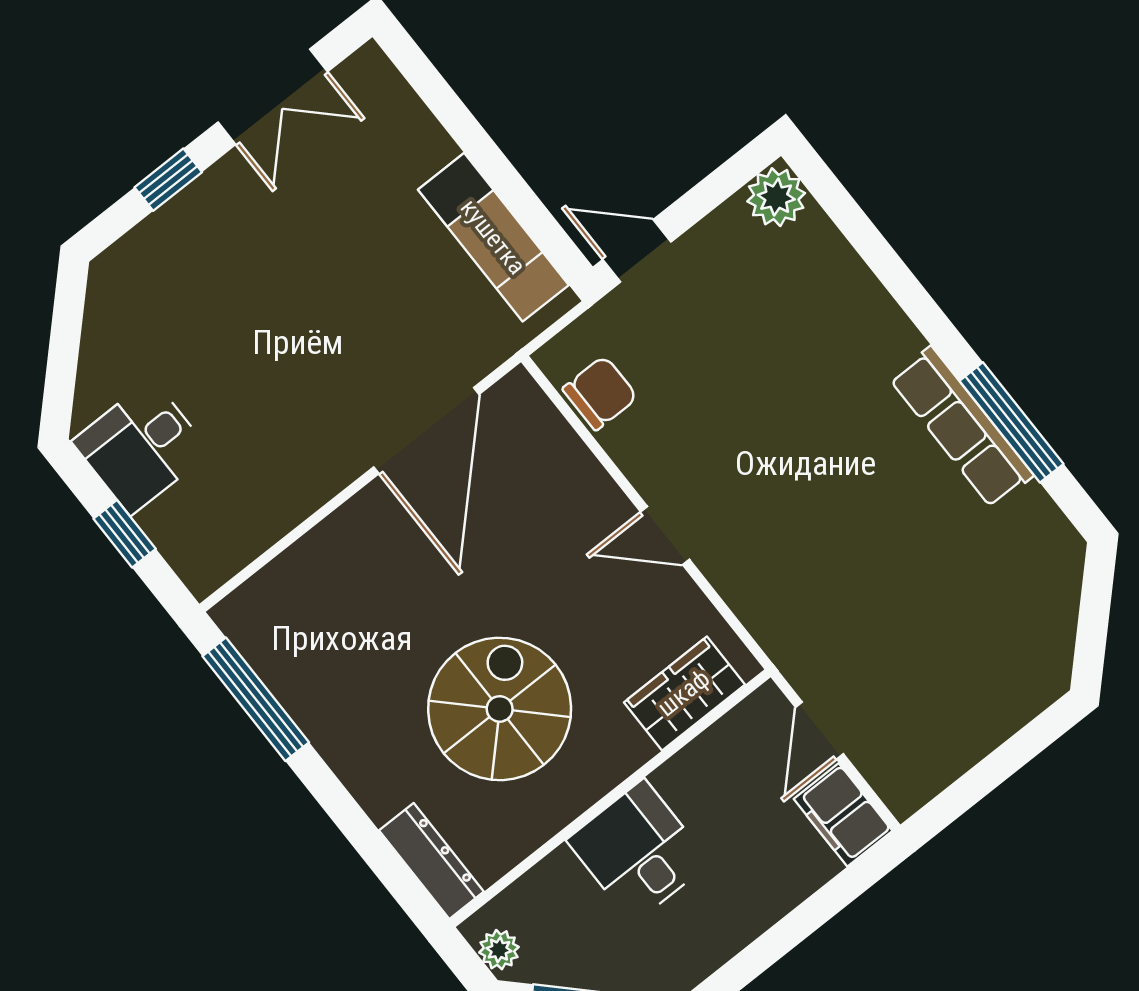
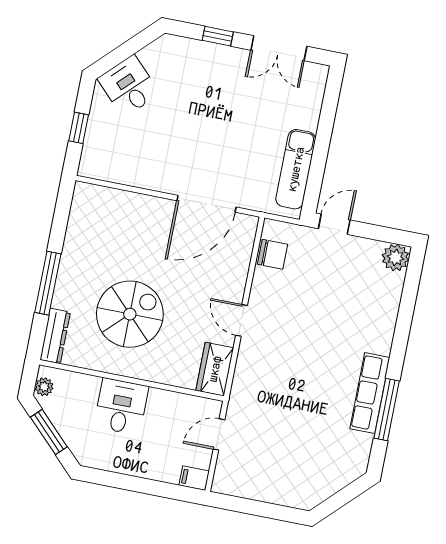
door: (637, 251) -> (334, 224), hinge flipped
desk: (141, 447) -> (129, 86), moved, turned 45
wardrobe: (684, 693) -> (215, 369), moved, turned -90
window: (256, 699) -> (48, 283), moved
filing cabinet: (843, 815) -> (194, 478), width x0.50

